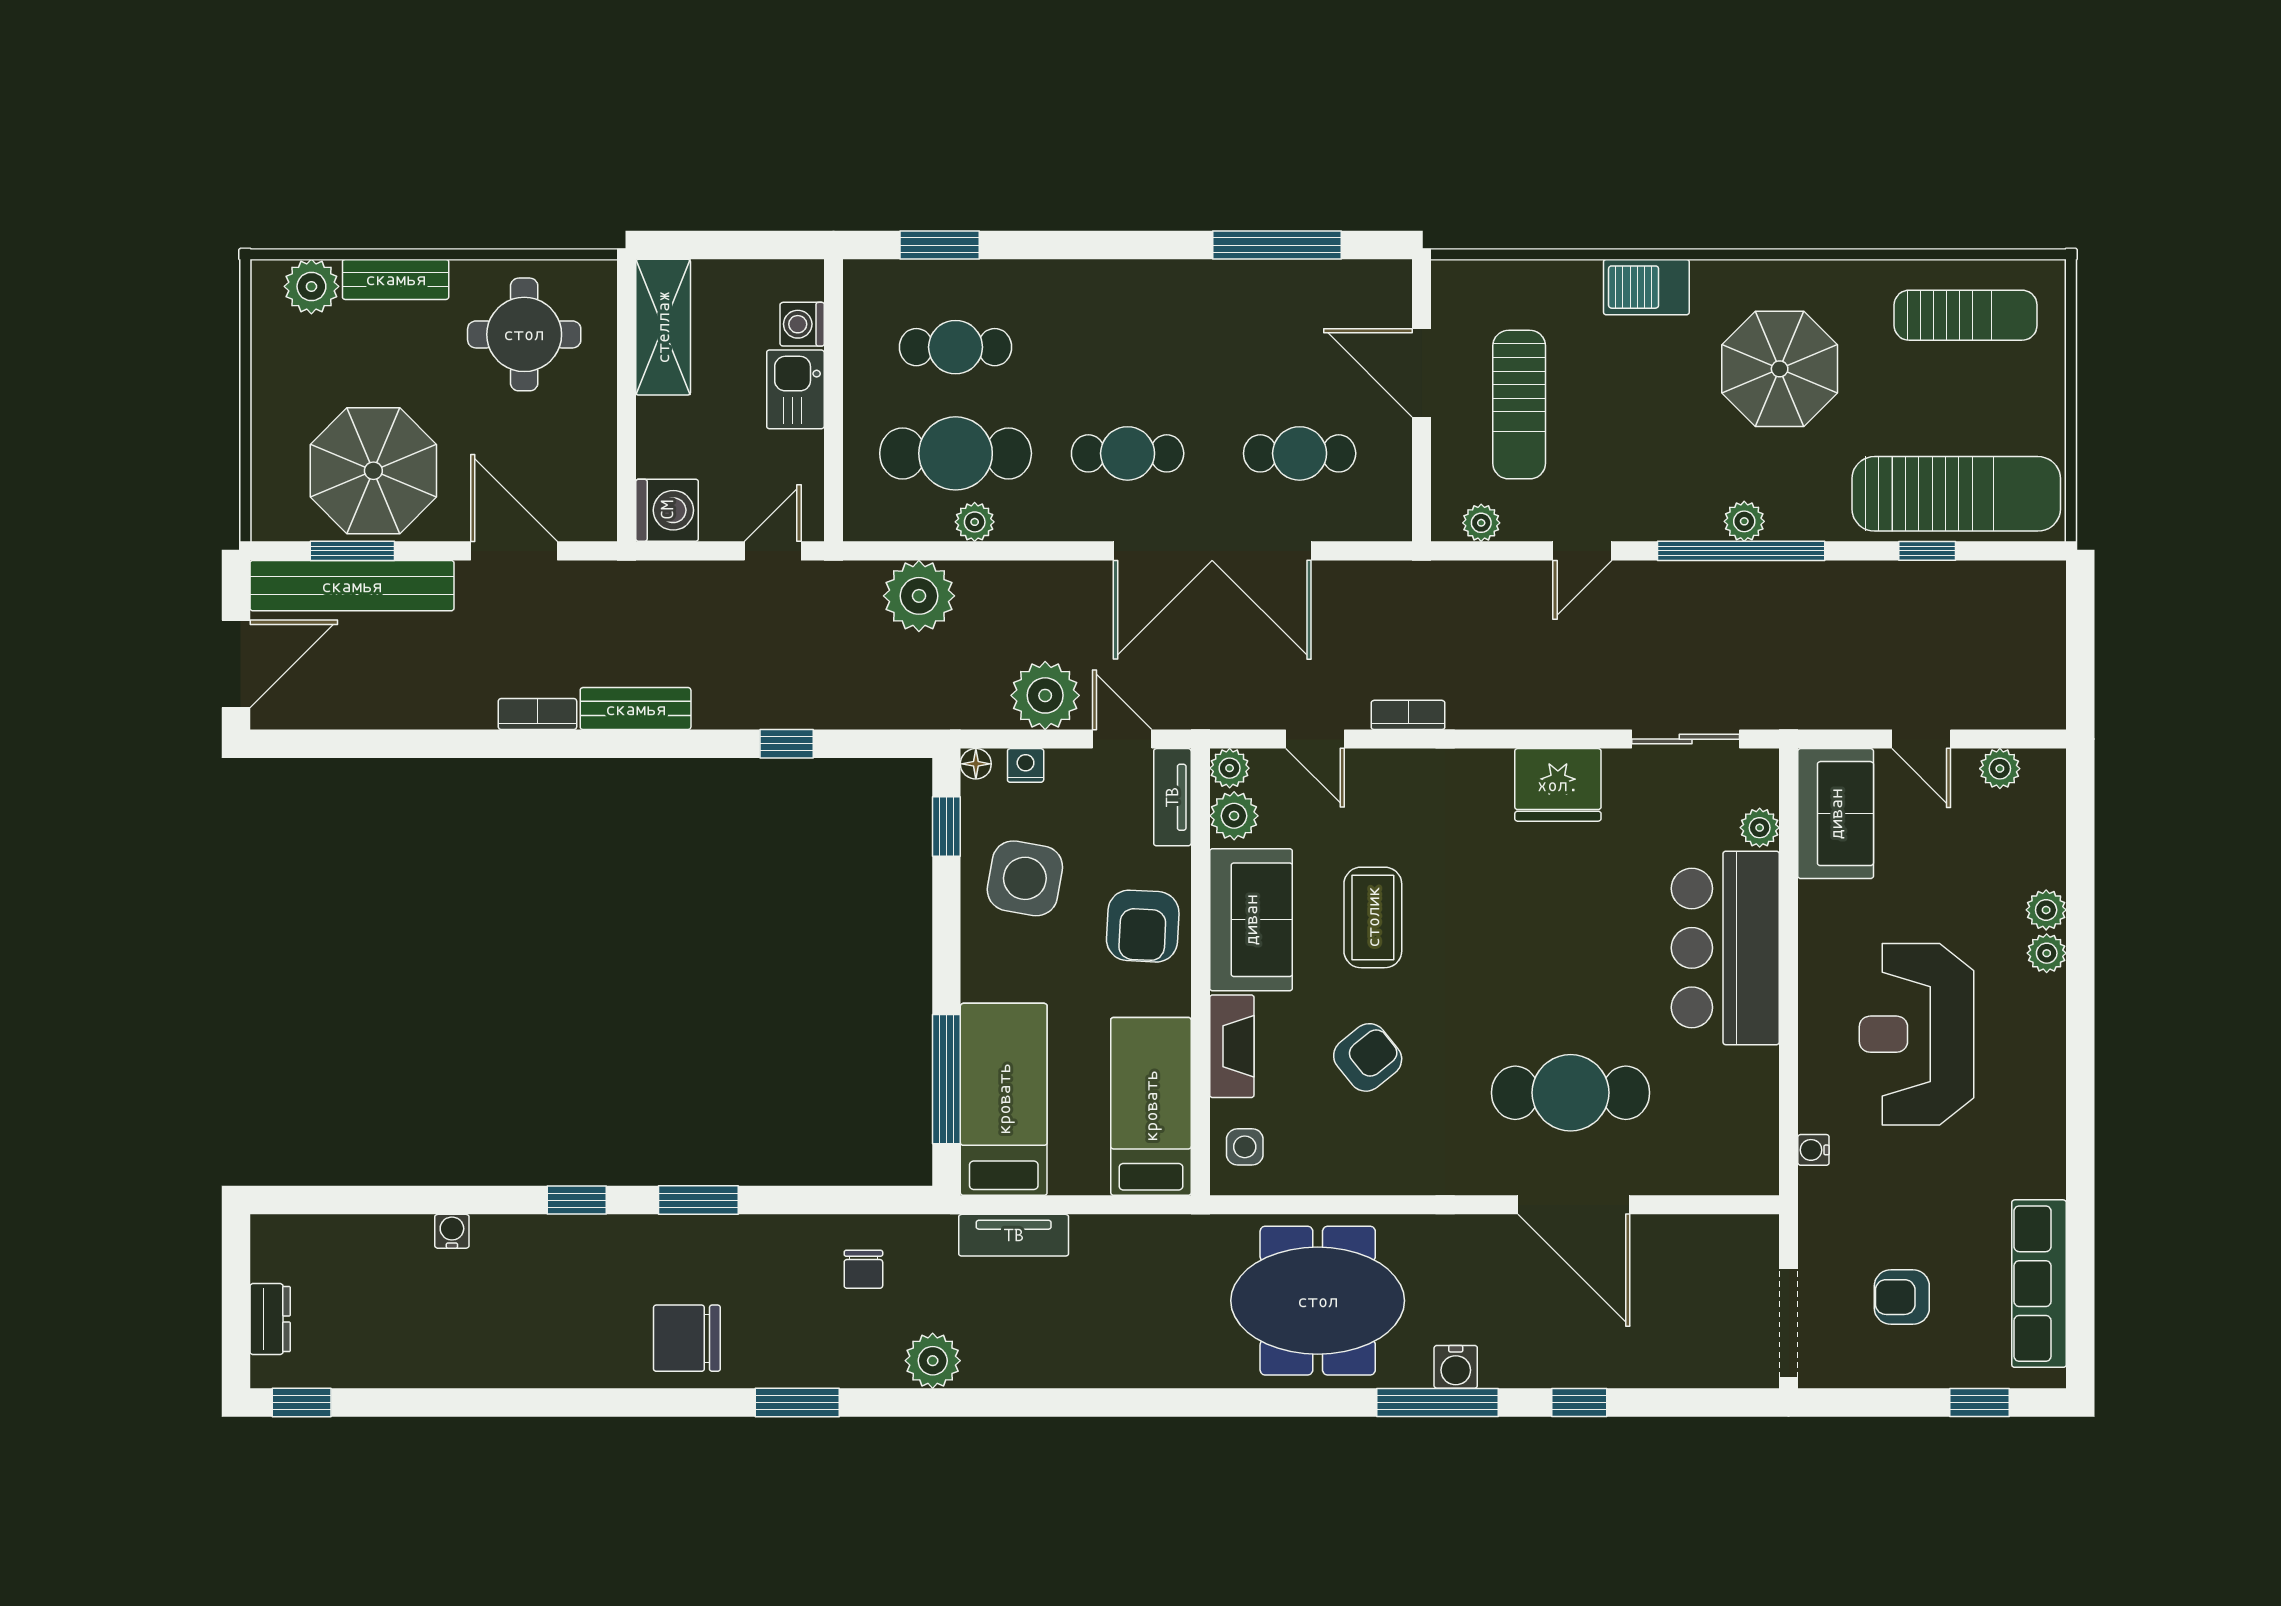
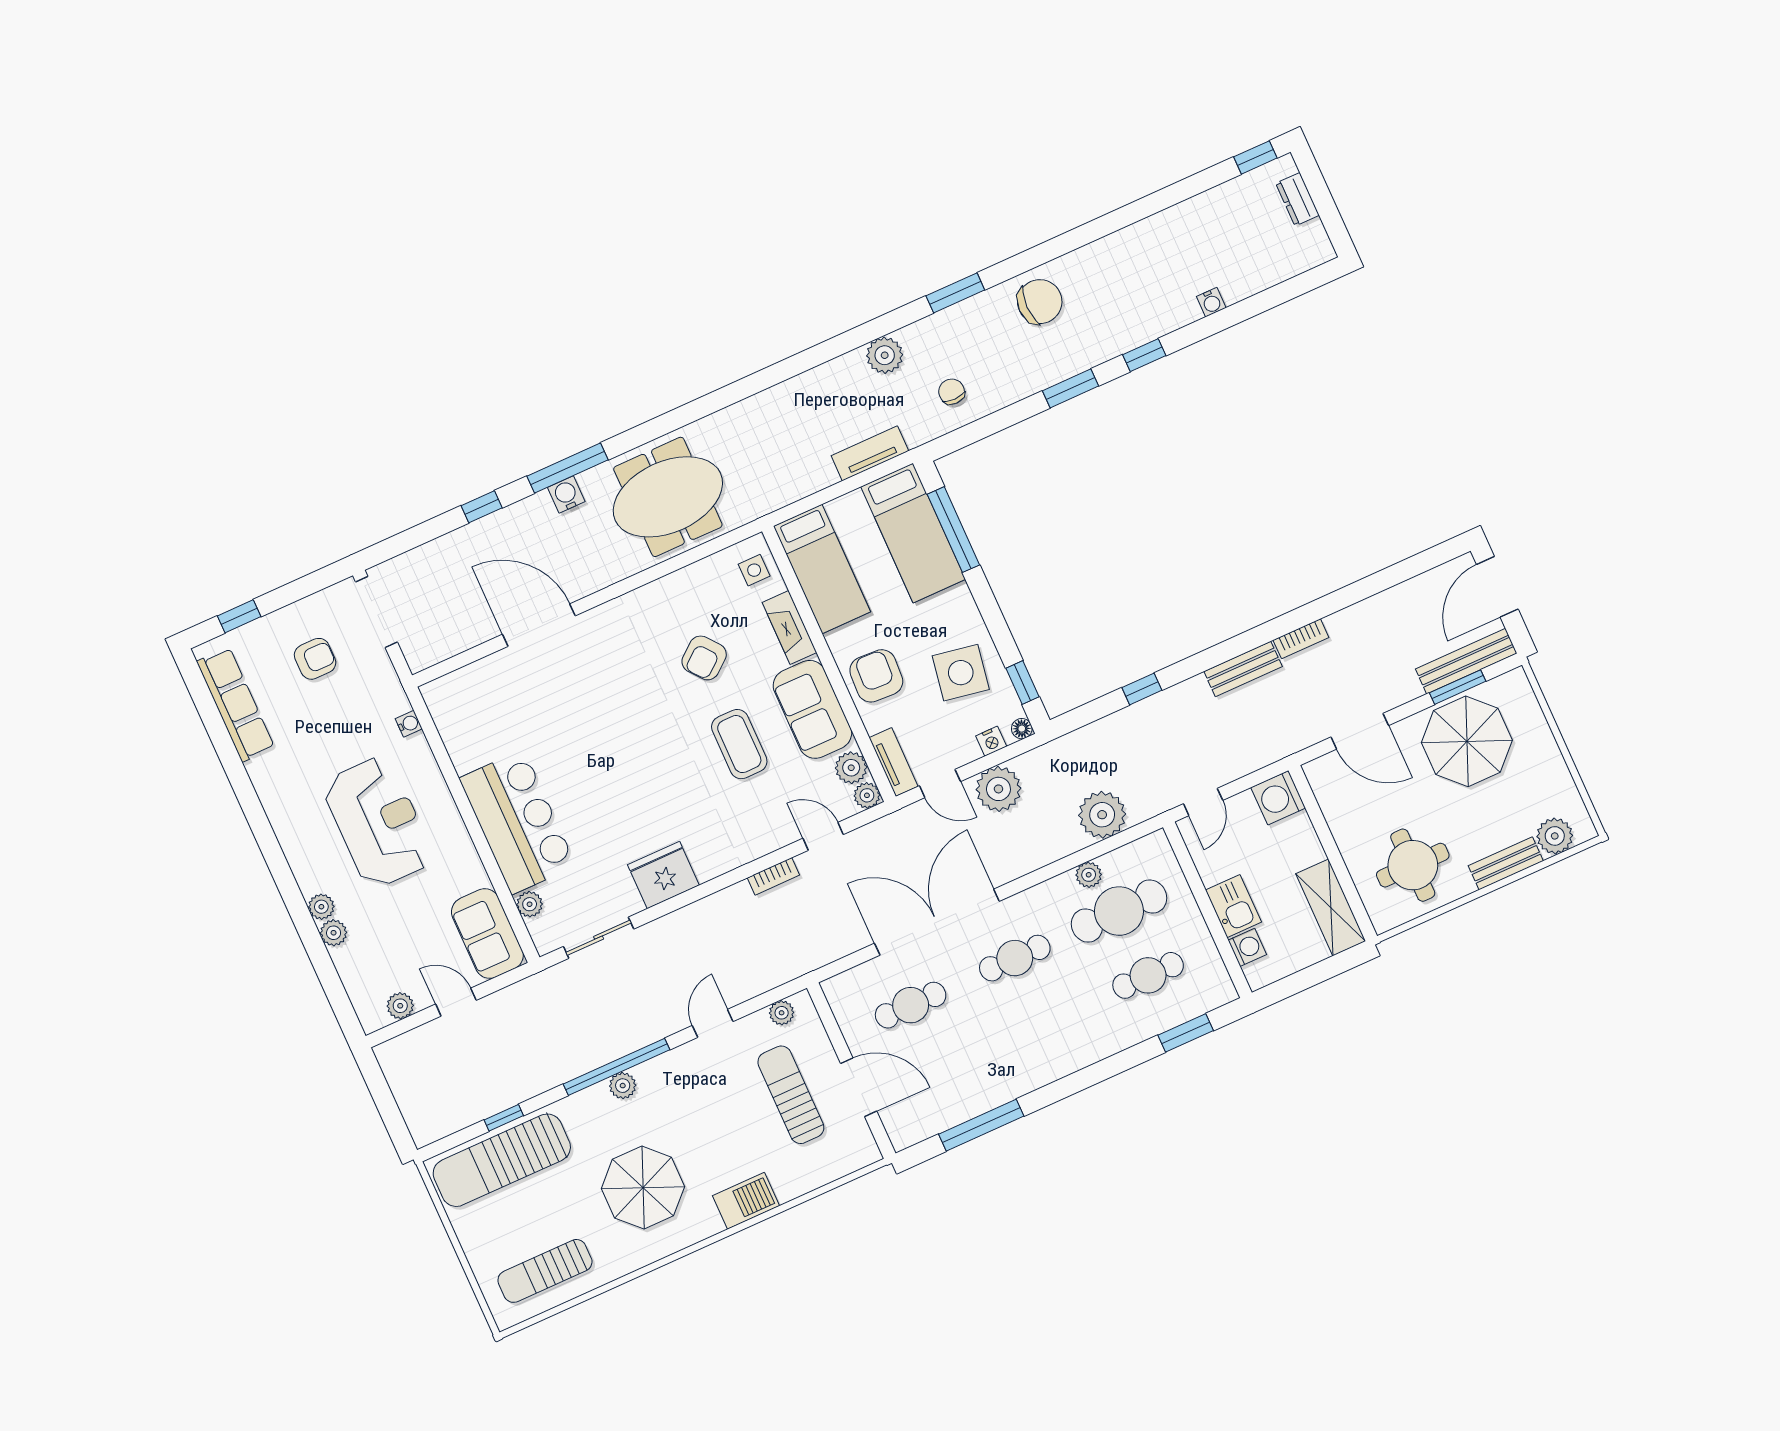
bench: (352, 586) -> (1466, 661), width x0.73, depth x0.82
cafe table: (1571, 1093) -> (572, 692), removed

